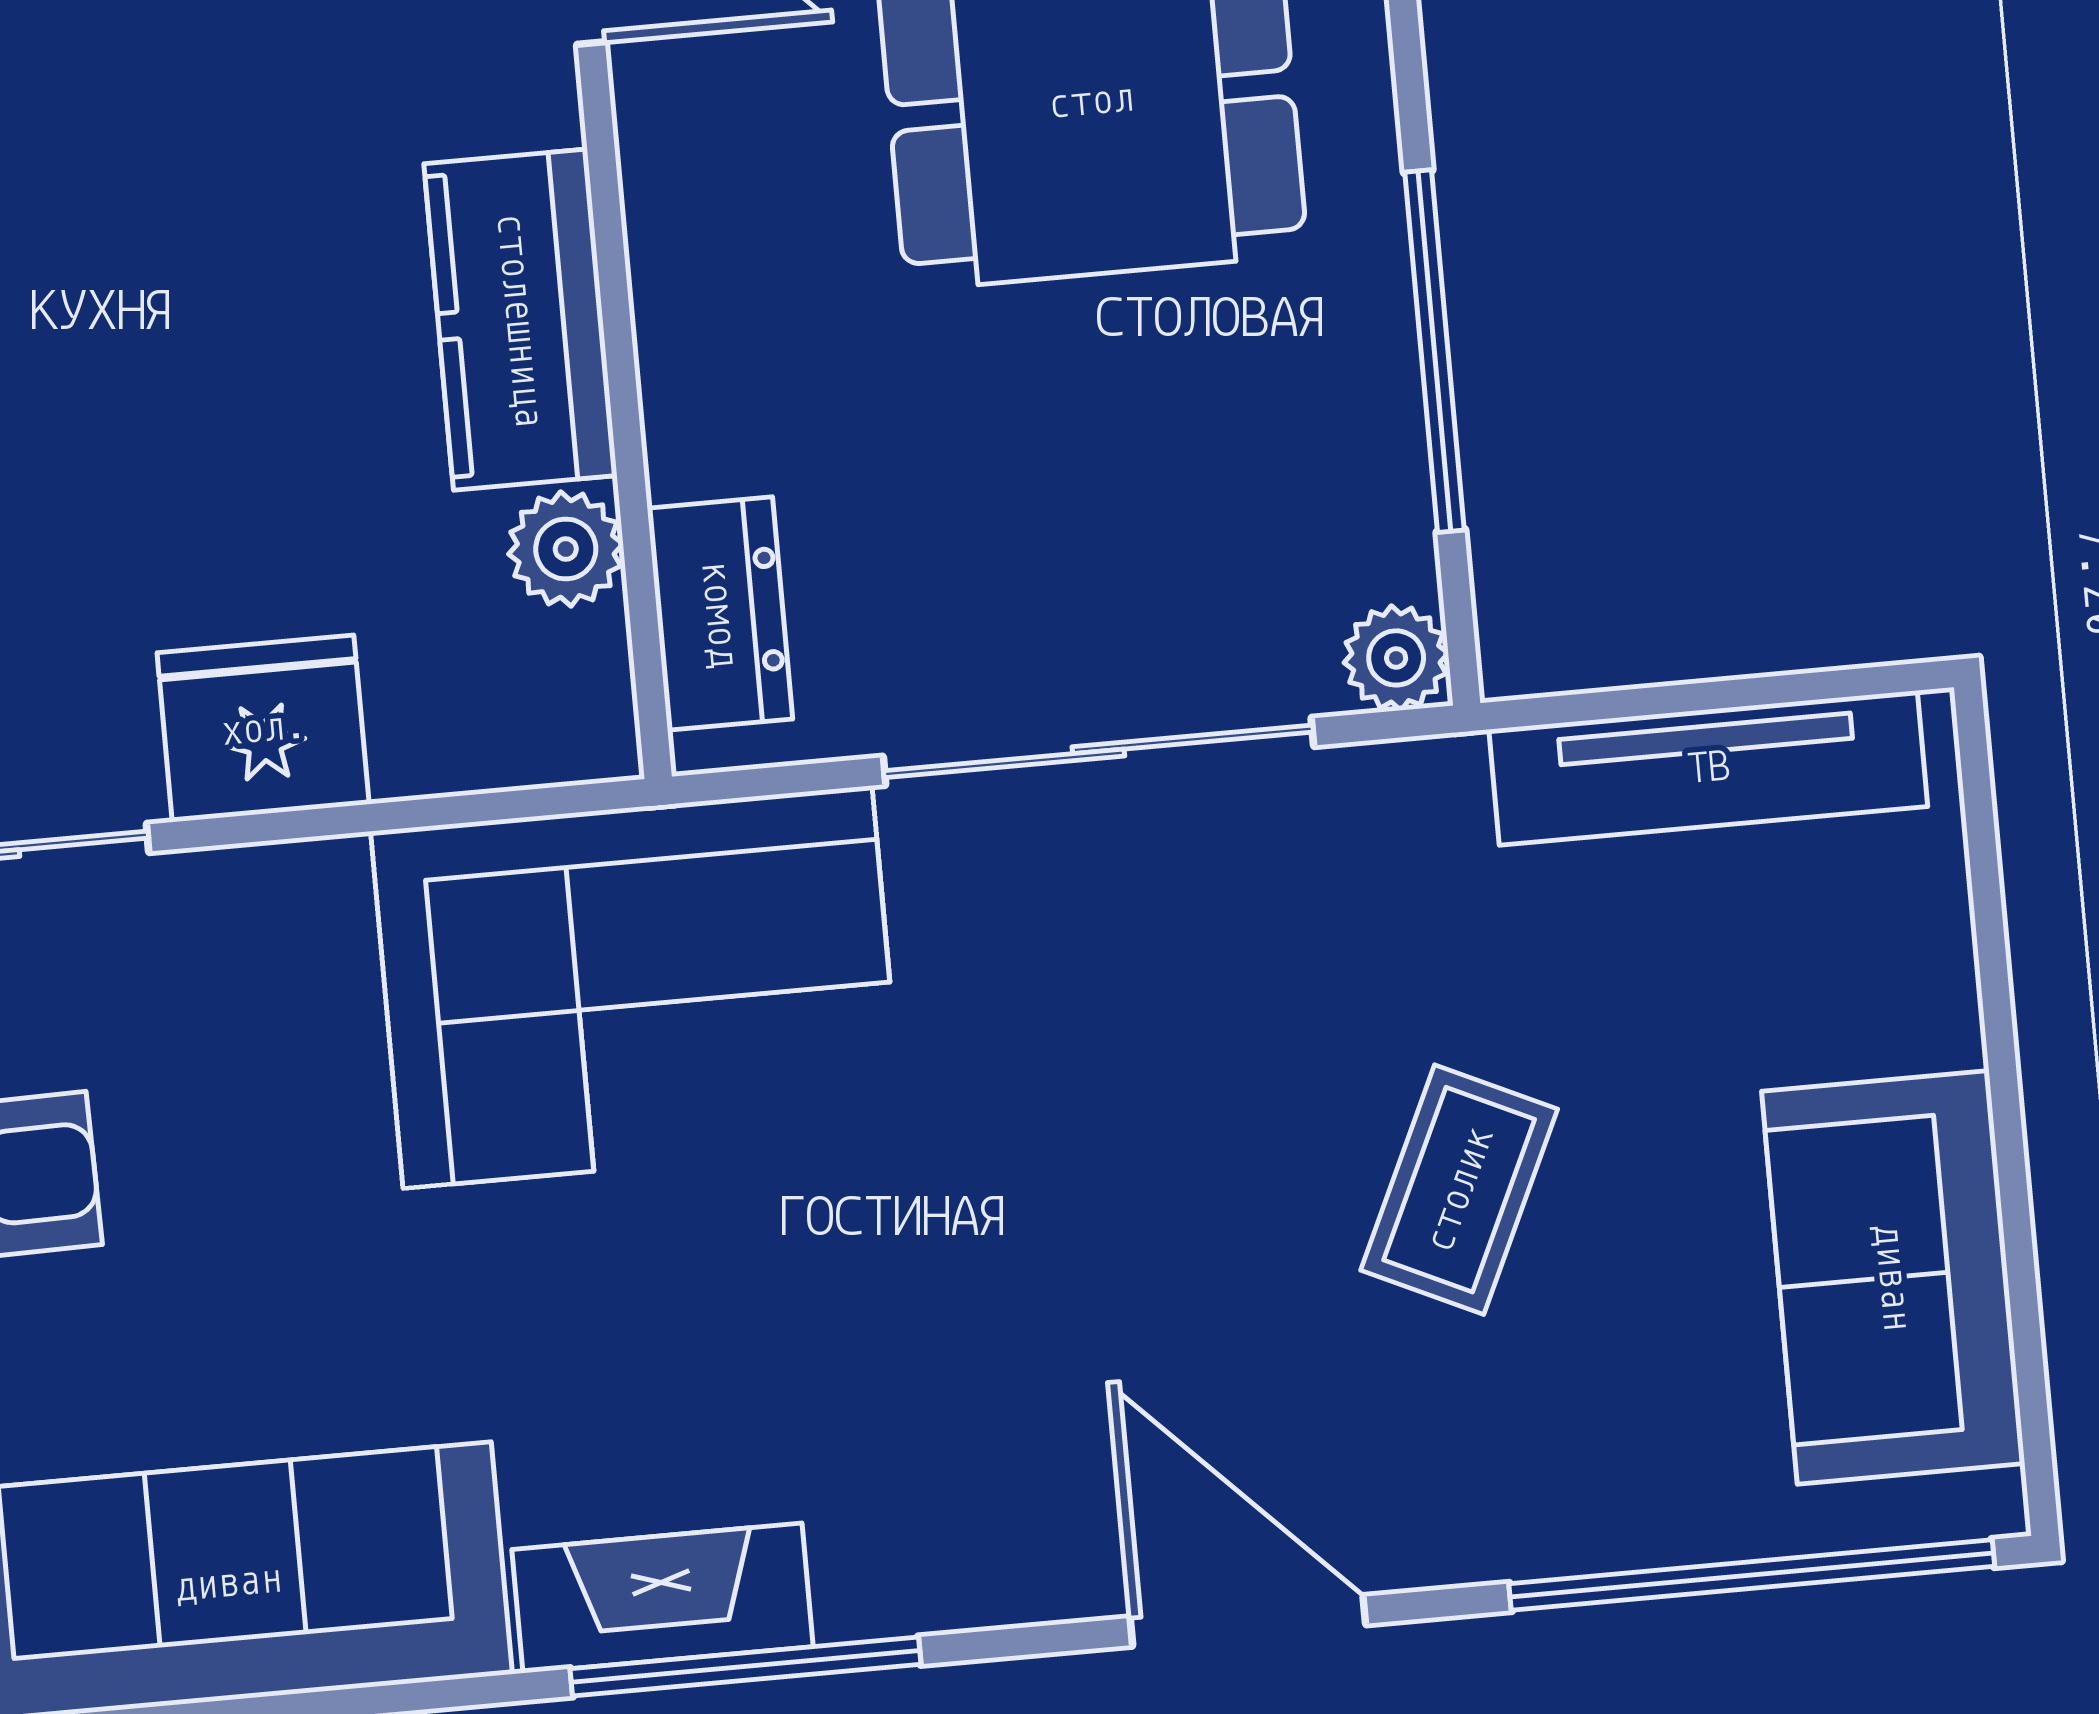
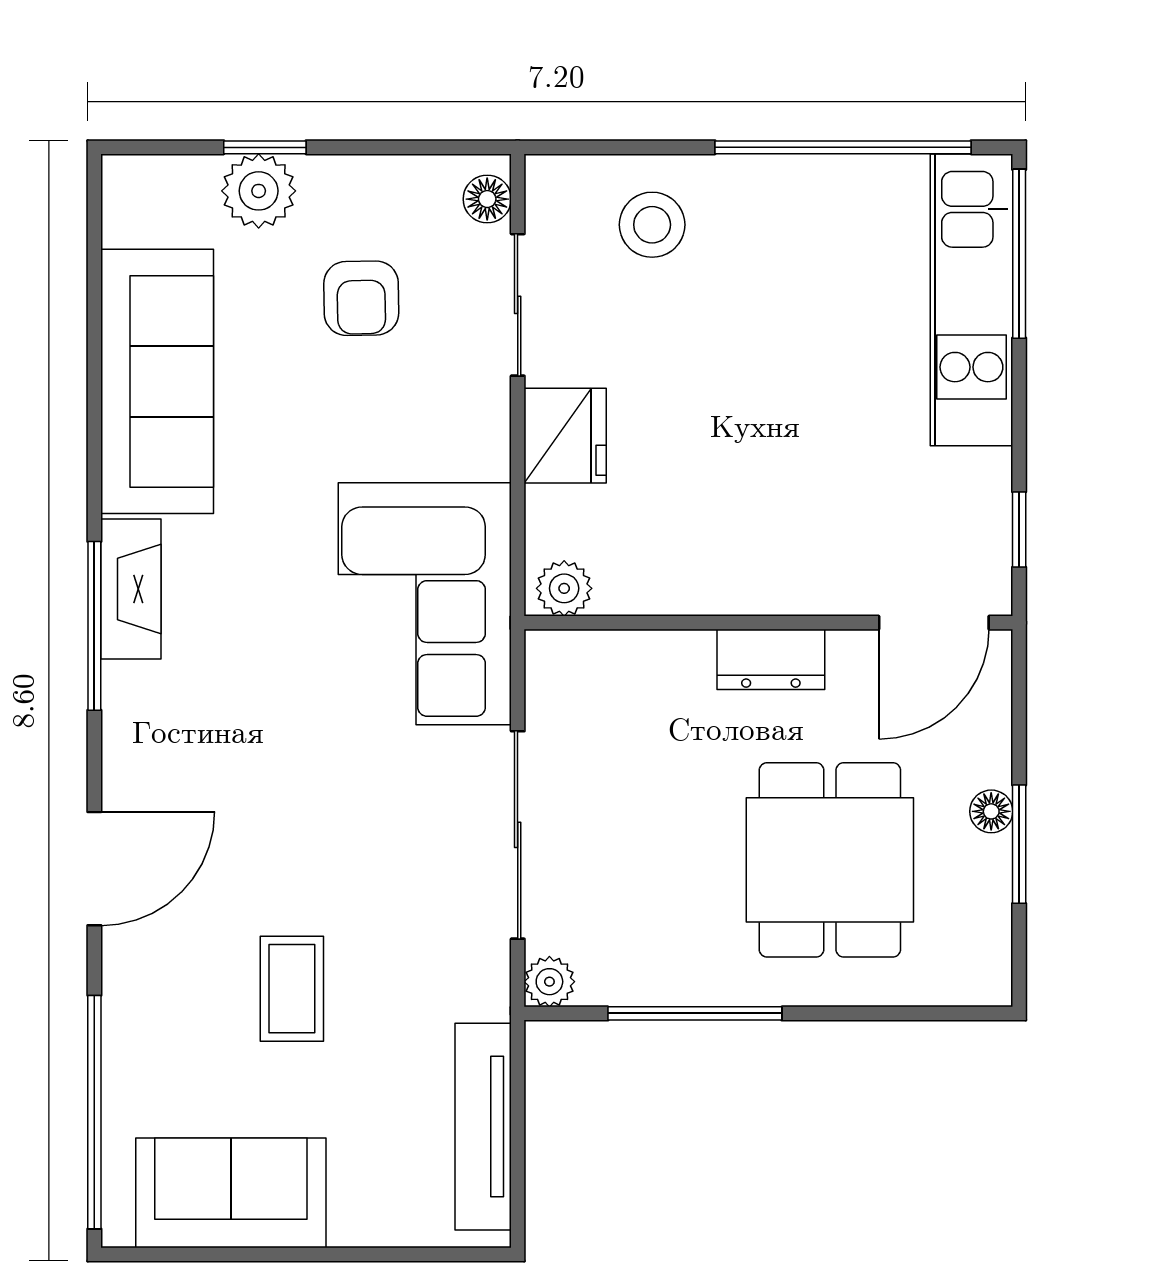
kitchen counter: (520, 320) -> (750, 577), removed
plant: (566, 549) -> (564, 588), moved
dresser: (720, 614) -> (771, 659), moved
coffee table: (1459, 1190) -> (292, 989), turned 65

